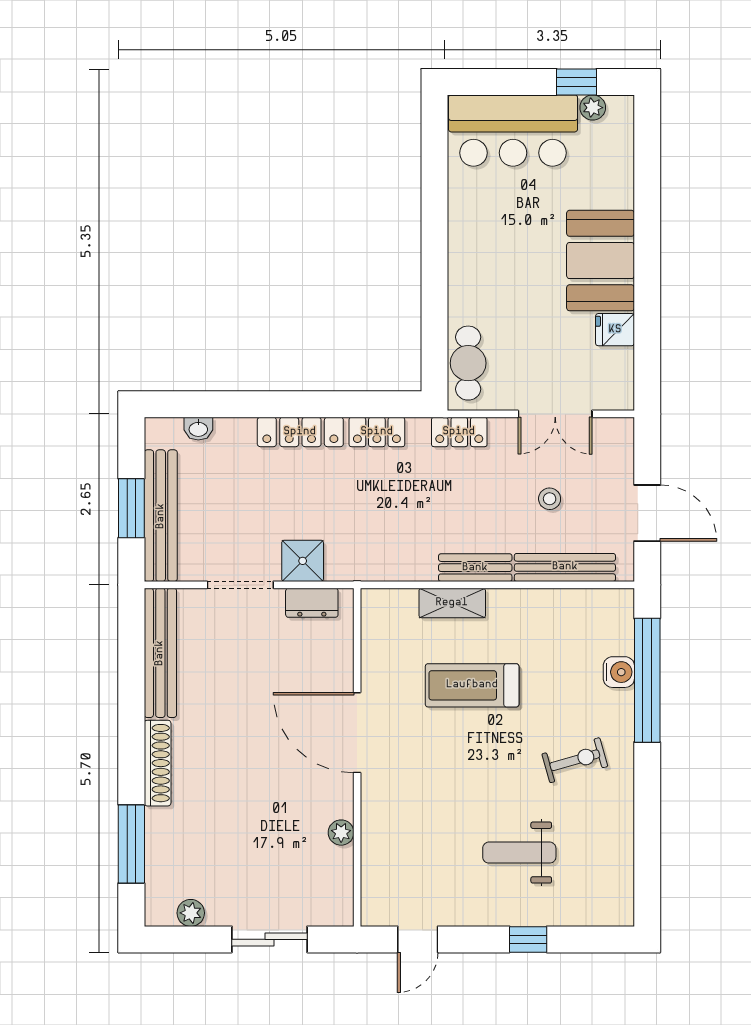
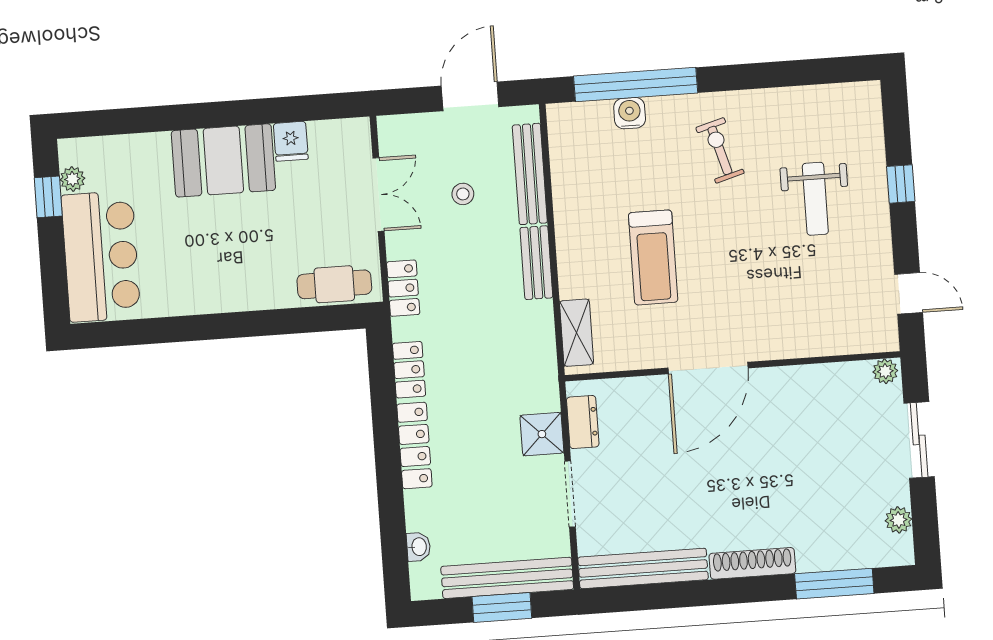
shelving: (452, 603) -> (577, 333), moved
plant: (341, 833) -> (885, 371), moved

